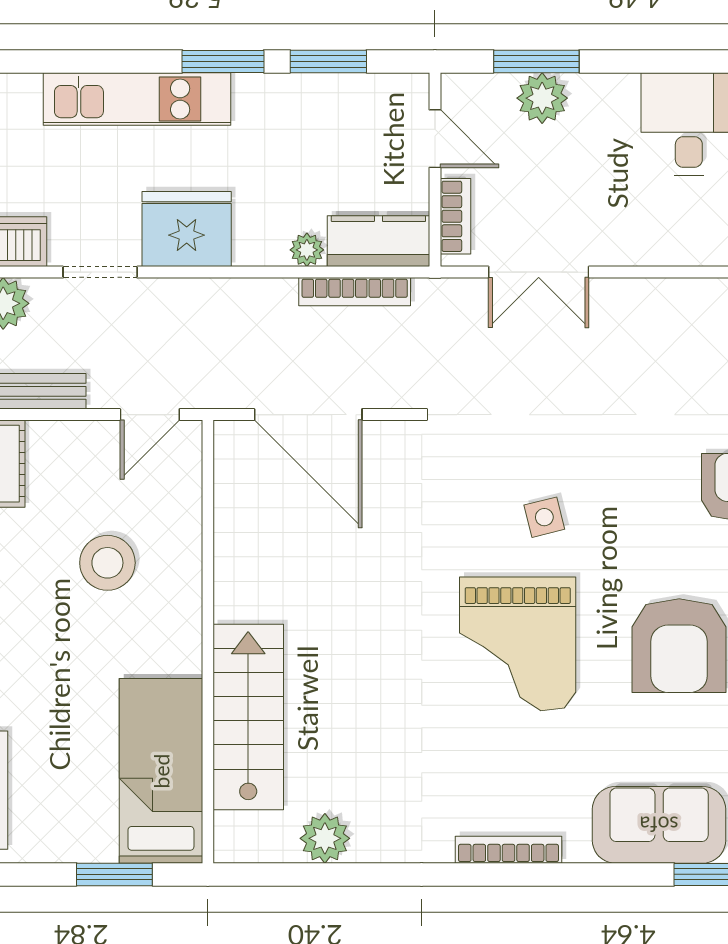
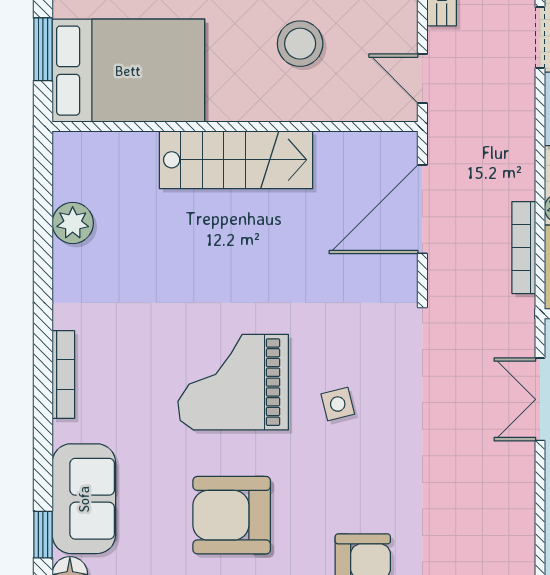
stairs: (248, 717) -> (236, 160), moved
bed: (161, 771) -> (128, 71), width x1.50

